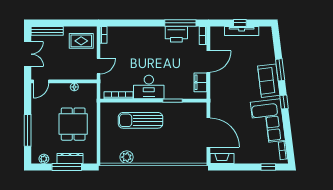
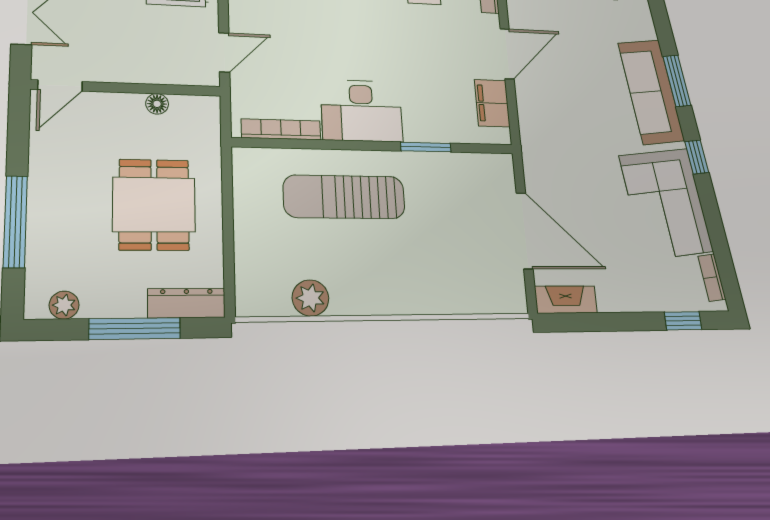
sofa: (269, 81) -> (651, 92), width x1.36
dresser: (70, 158) -> (187, 303), moved

